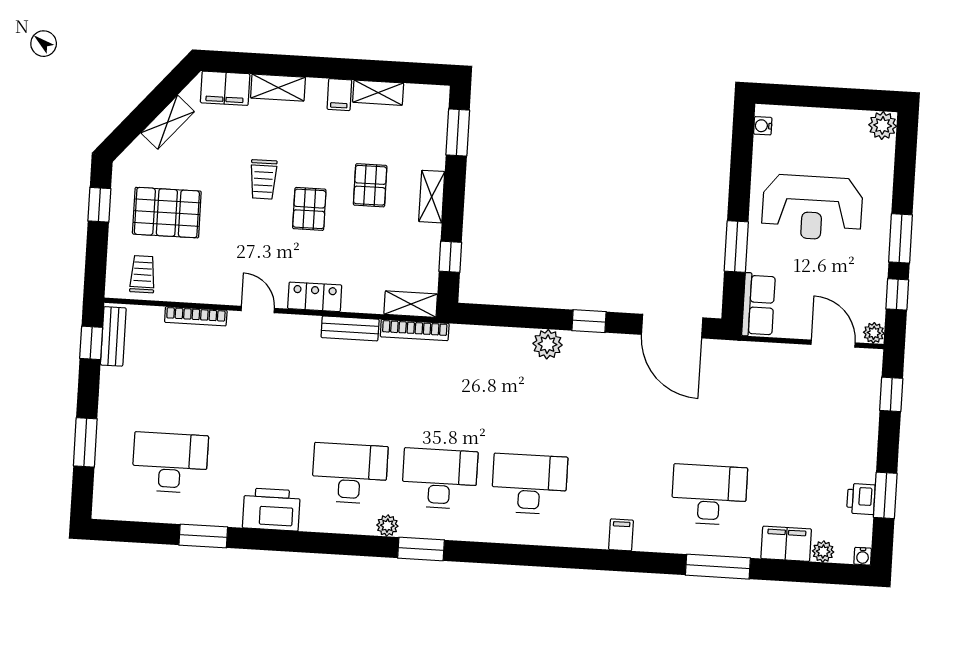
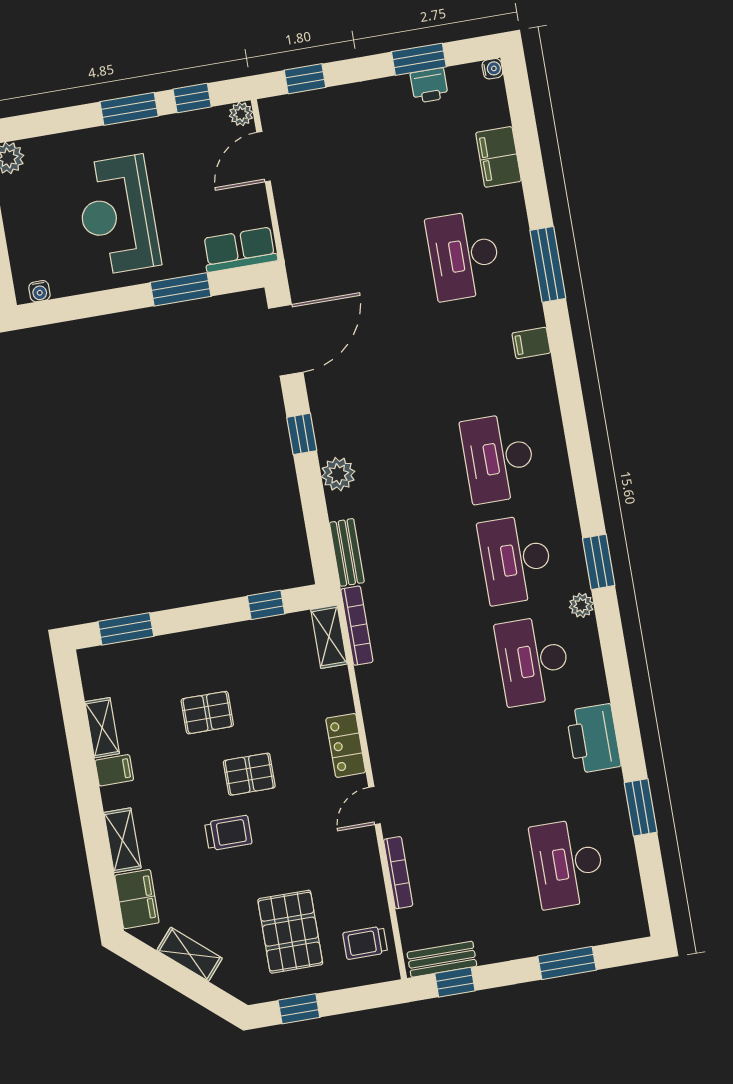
shelving: (432, 197) -> (204, 641), removed
reception desk: (812, 208) -> (118, 215), turned 180
bench: (350, 328) -> (347, 552), moved
plant: (823, 551) -> (497, 114), removed
window: (718, 567) -> (548, 264), moved

